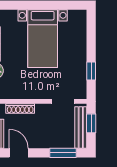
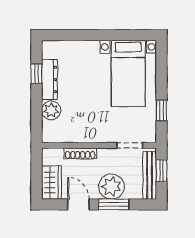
bed with nightstands: (43, 39) -> (128, 73), moved
plant: (47, 137) -> (111, 187), added
window: (63, 153) -> (114, 204), moved

